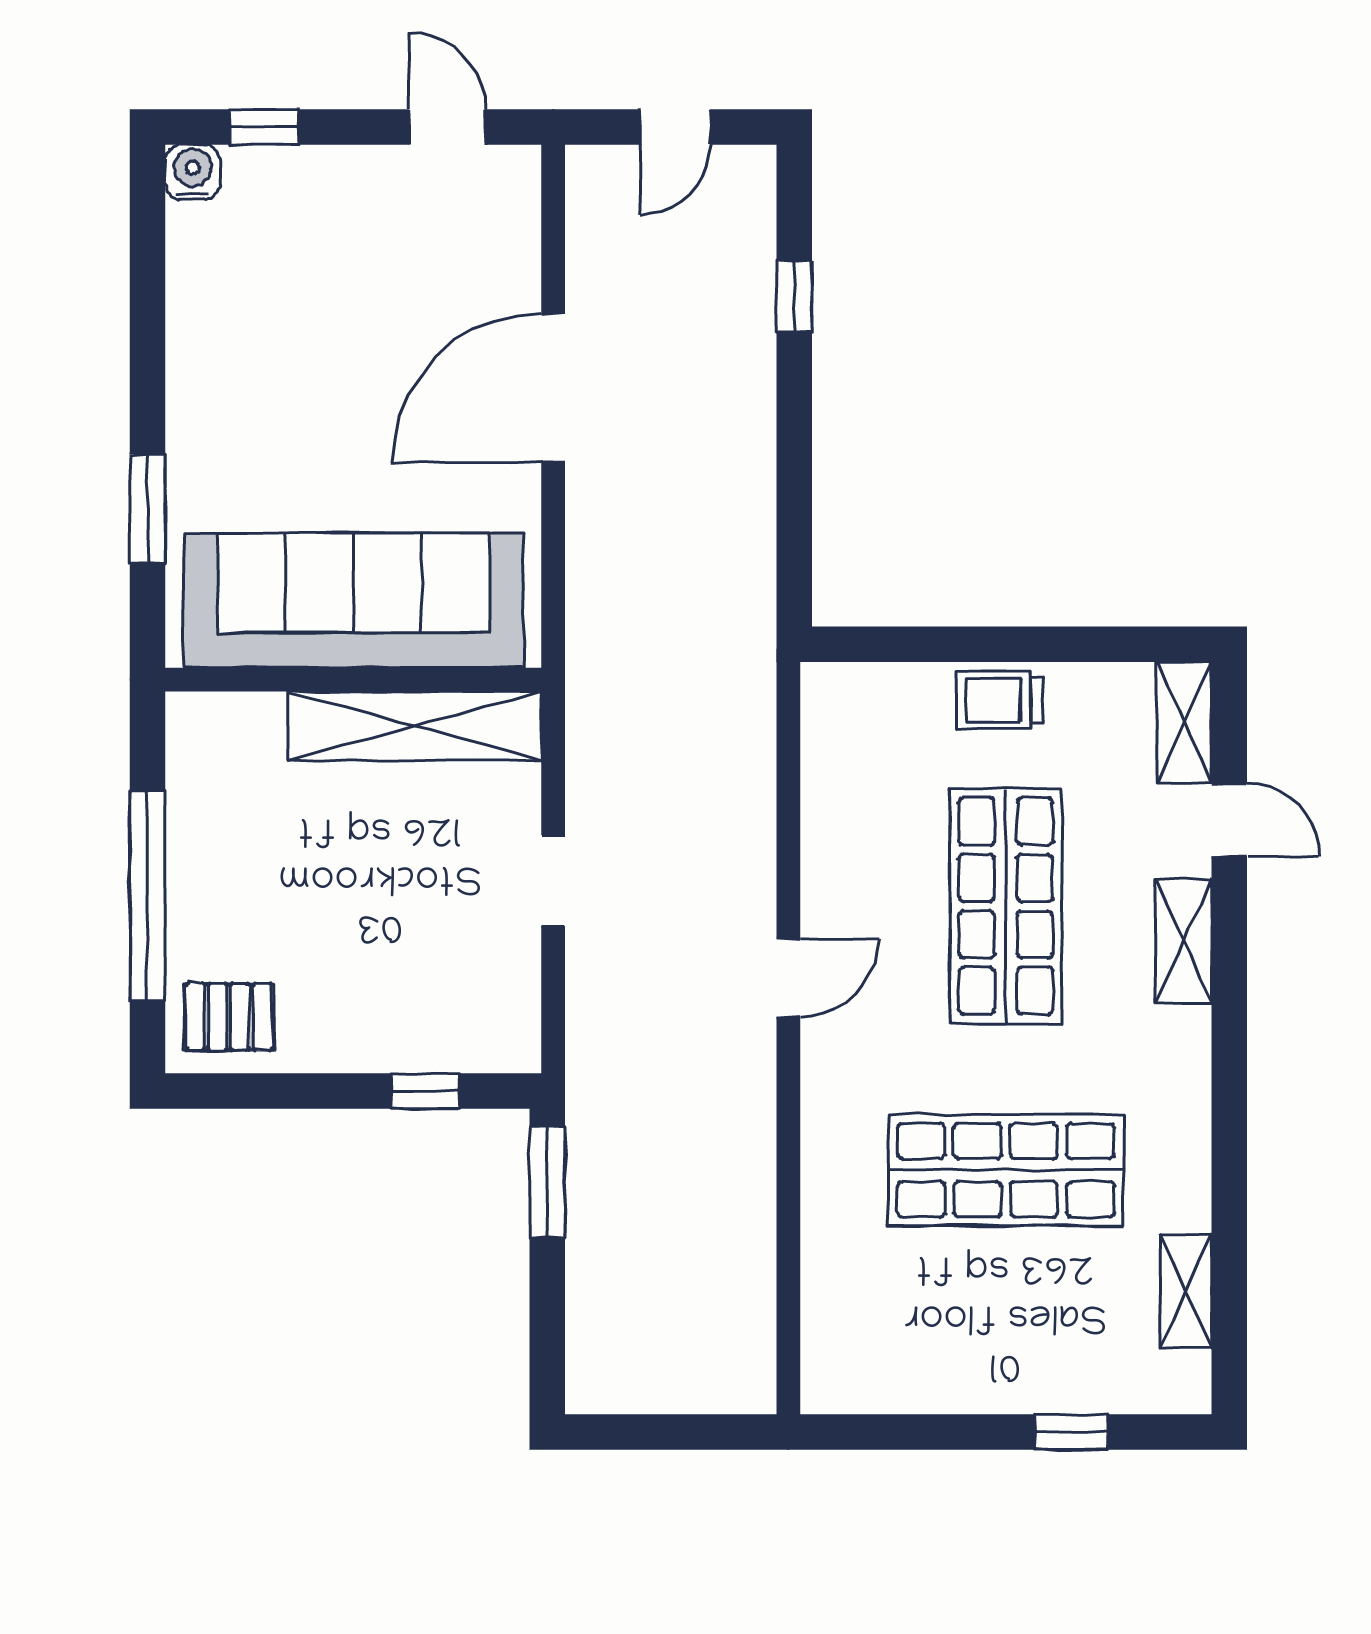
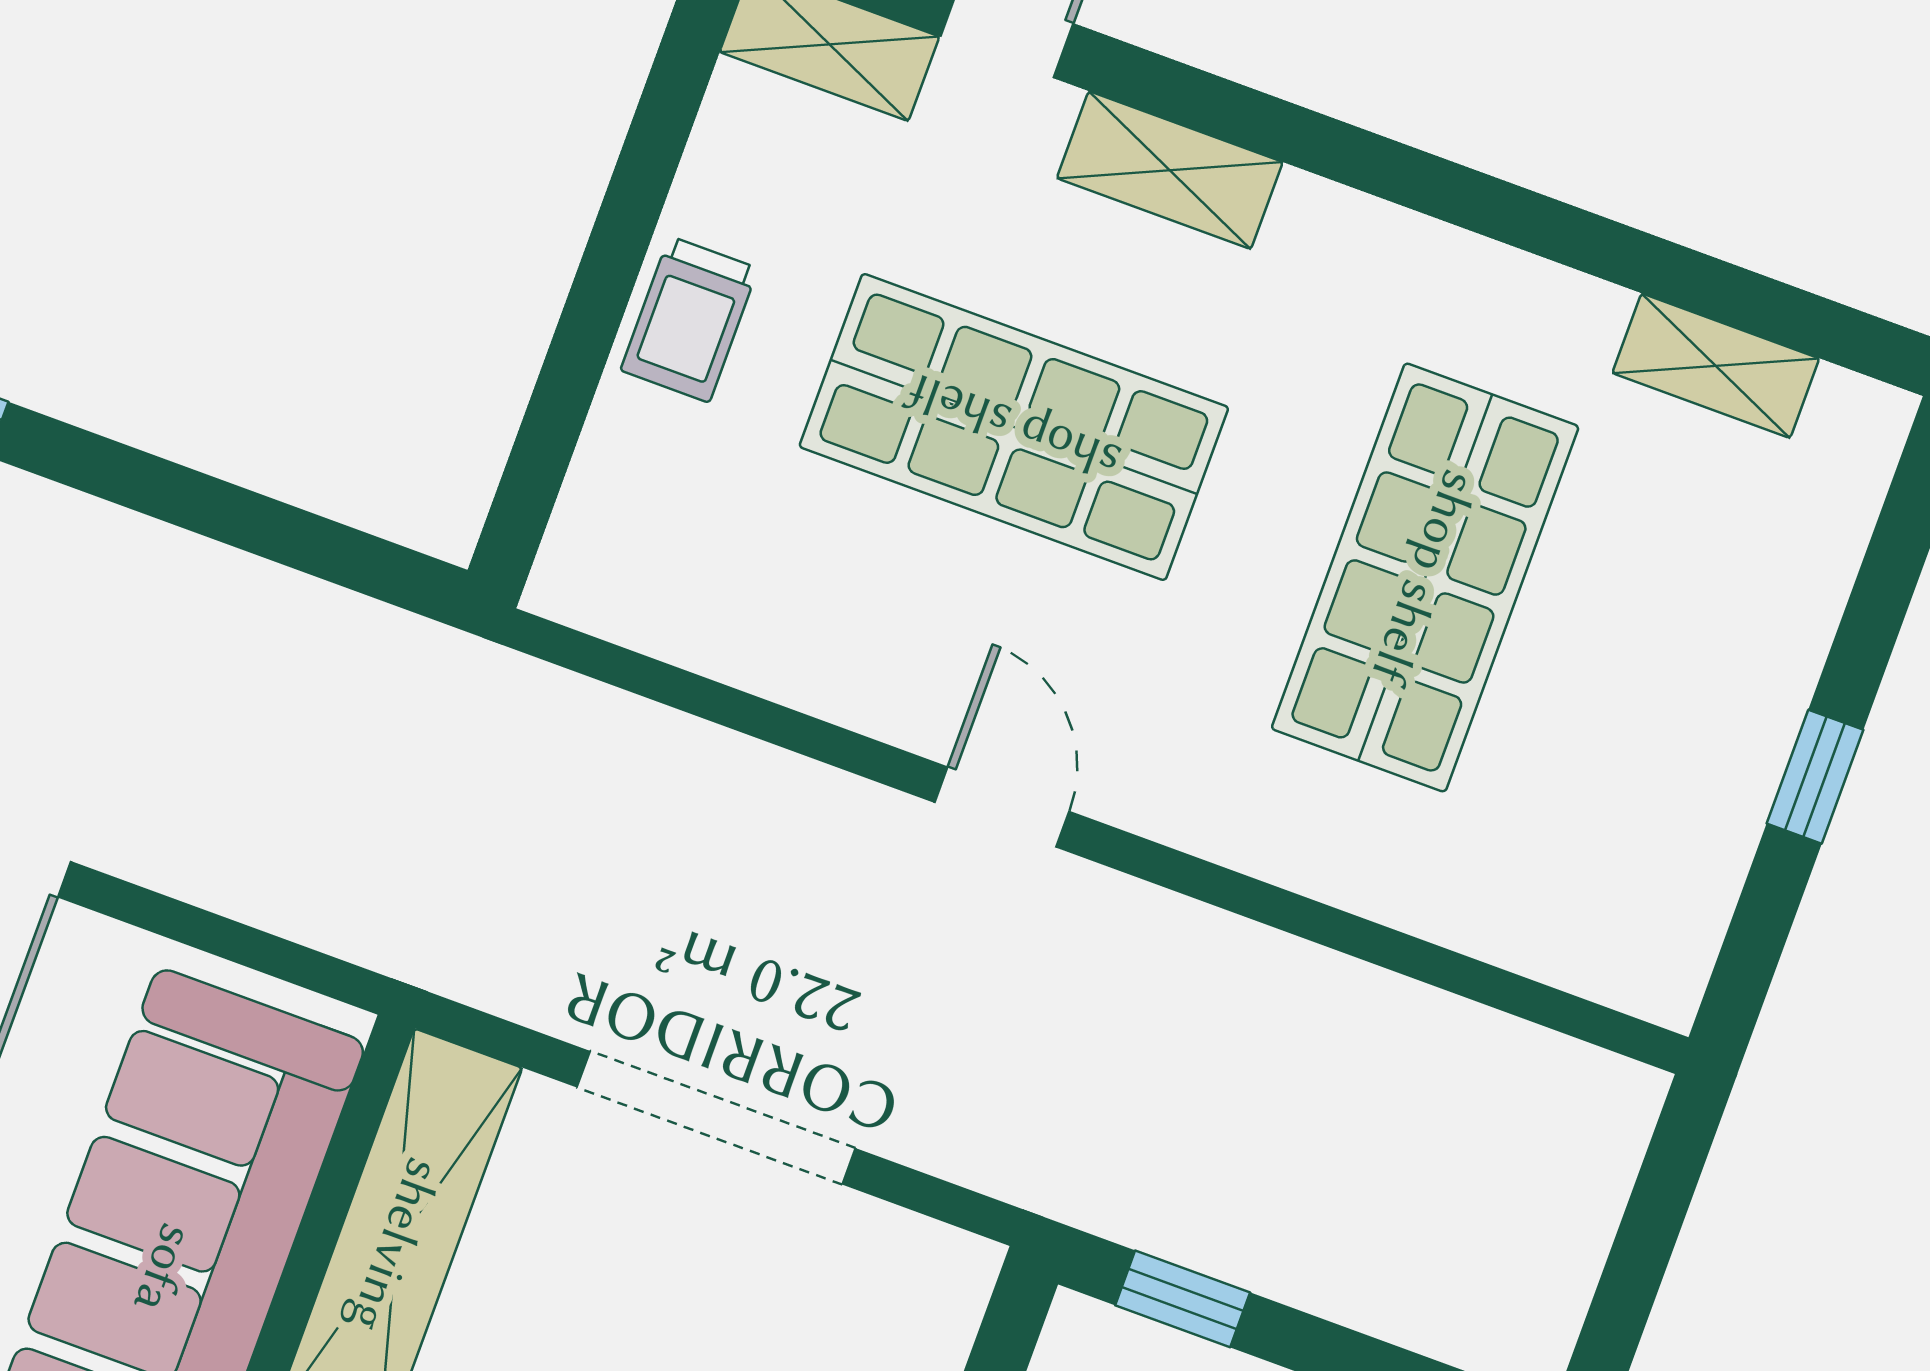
doorway: (553, 881) -> (716, 1118), width x1.88
window: (547, 1182) -> (1183, 1299), width x0.67
window: (1072, 1432) -> (1815, 777), moved

